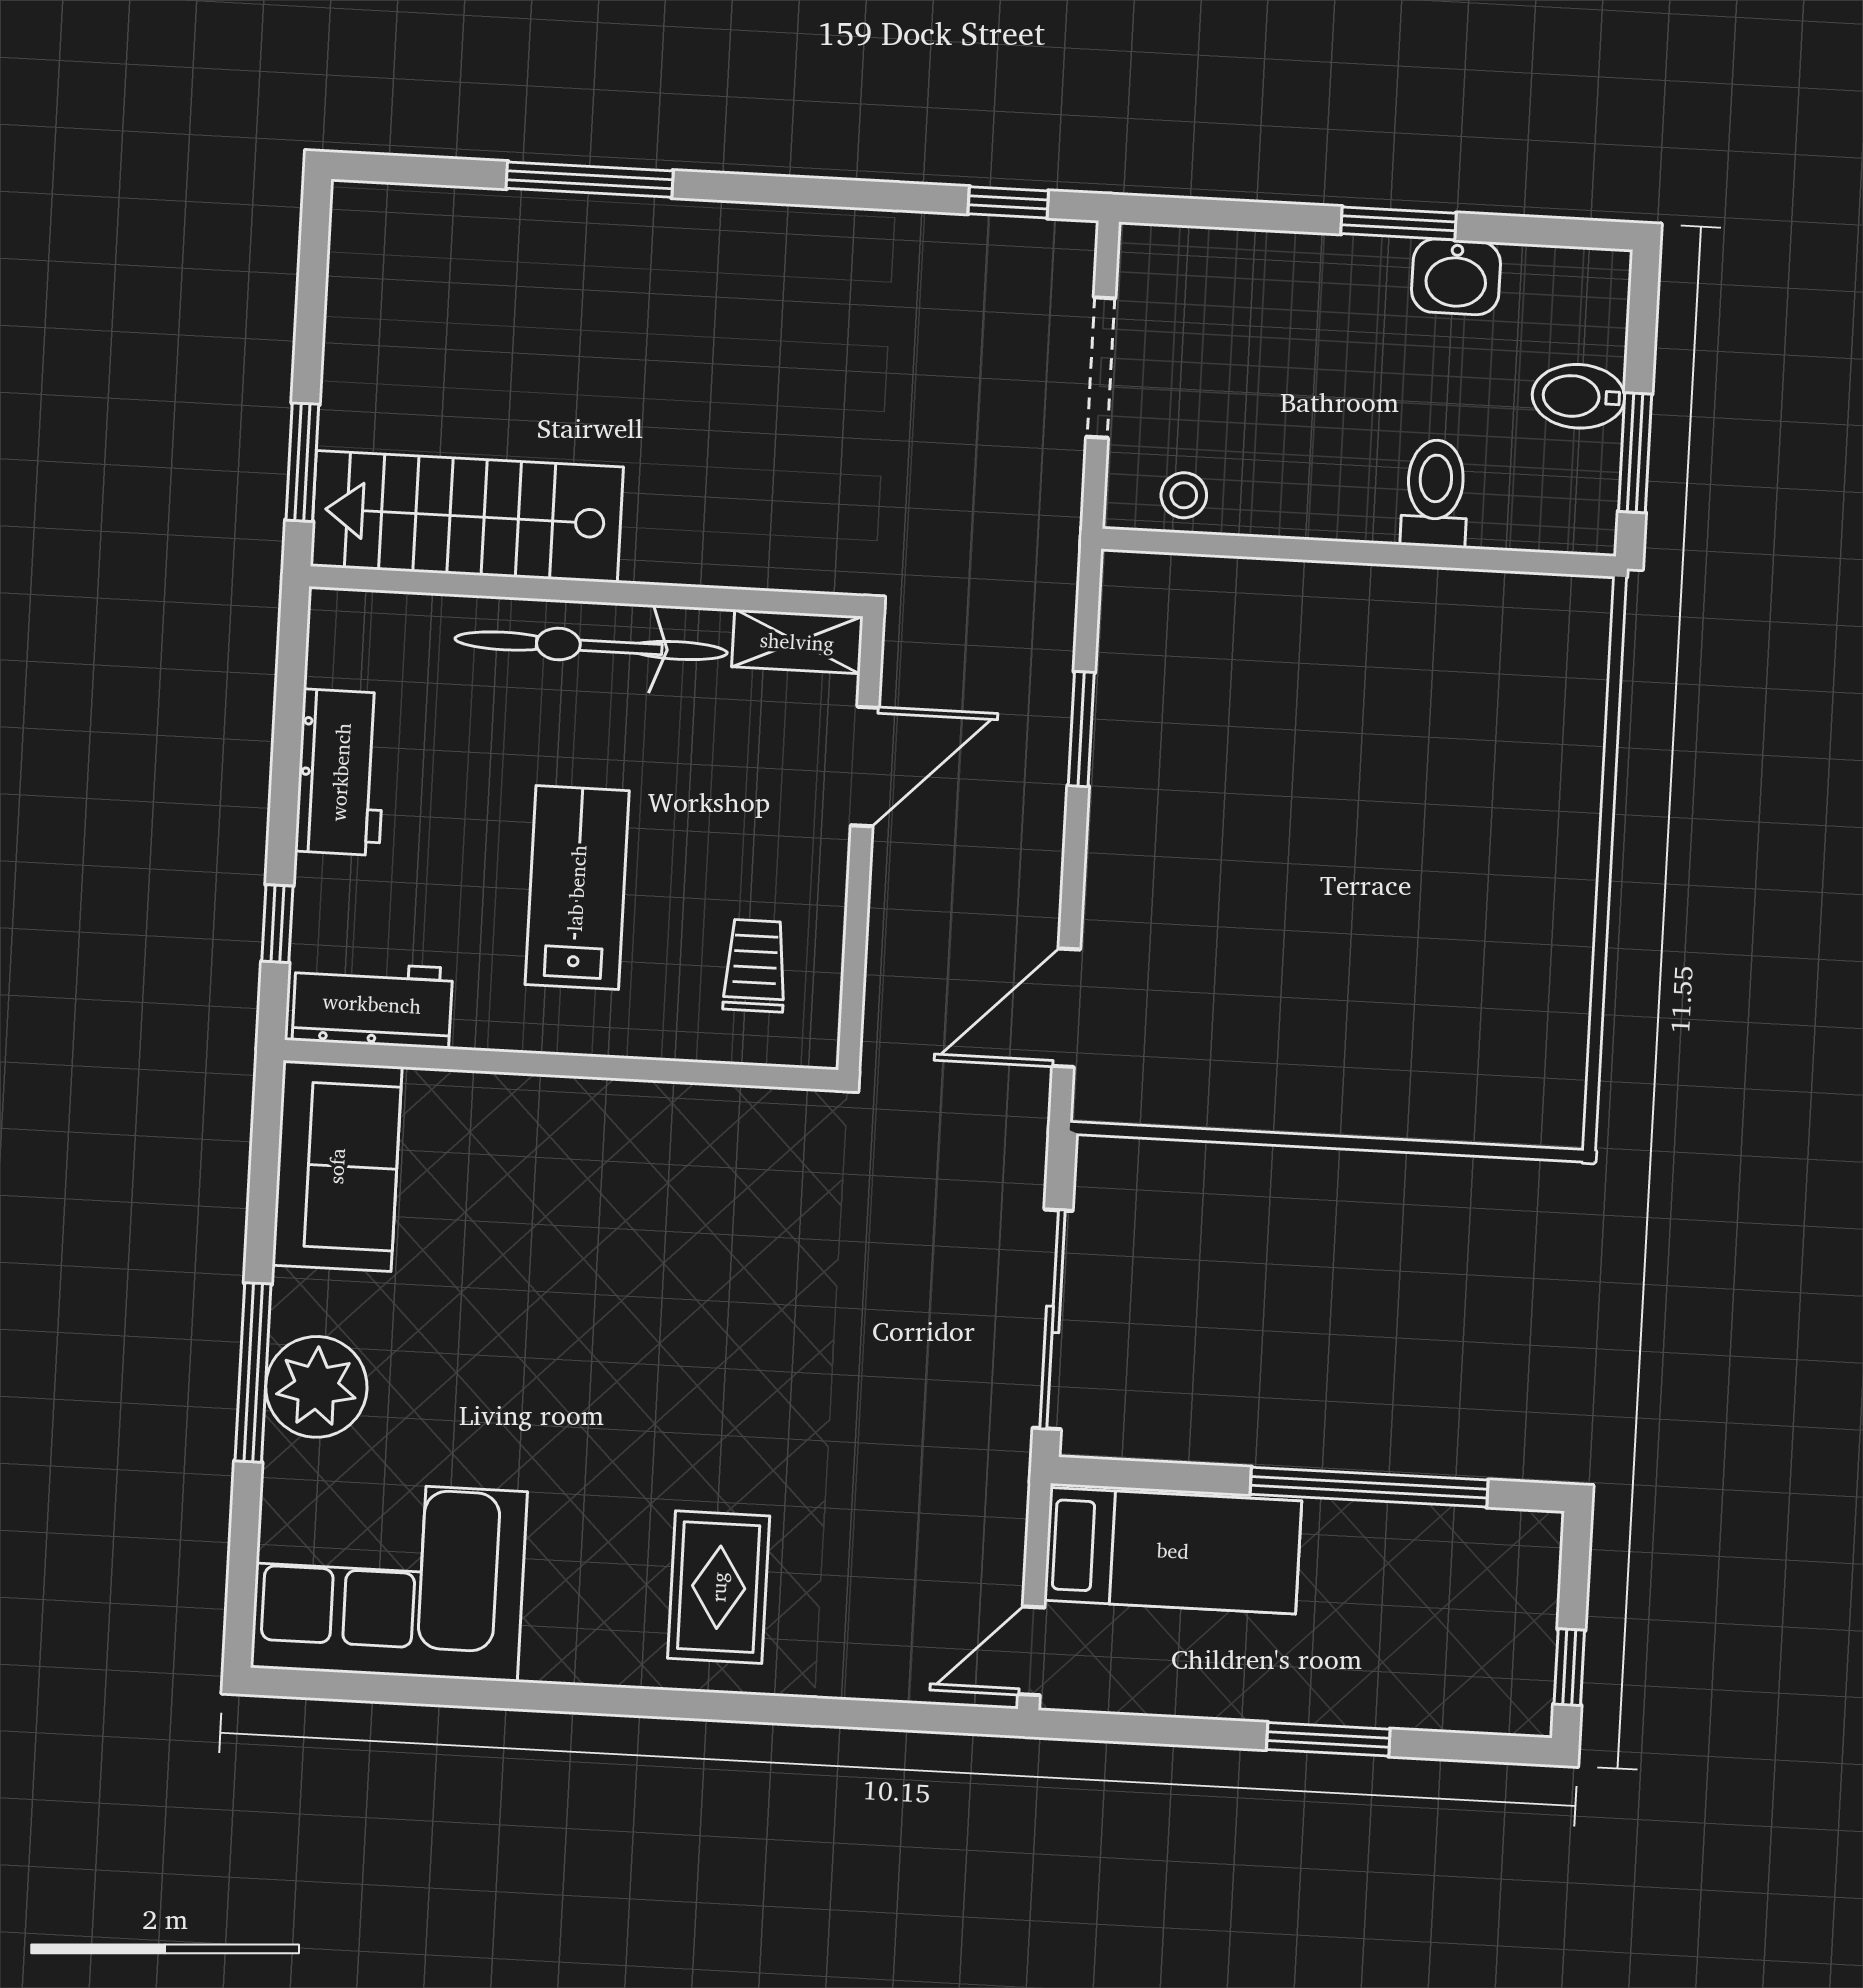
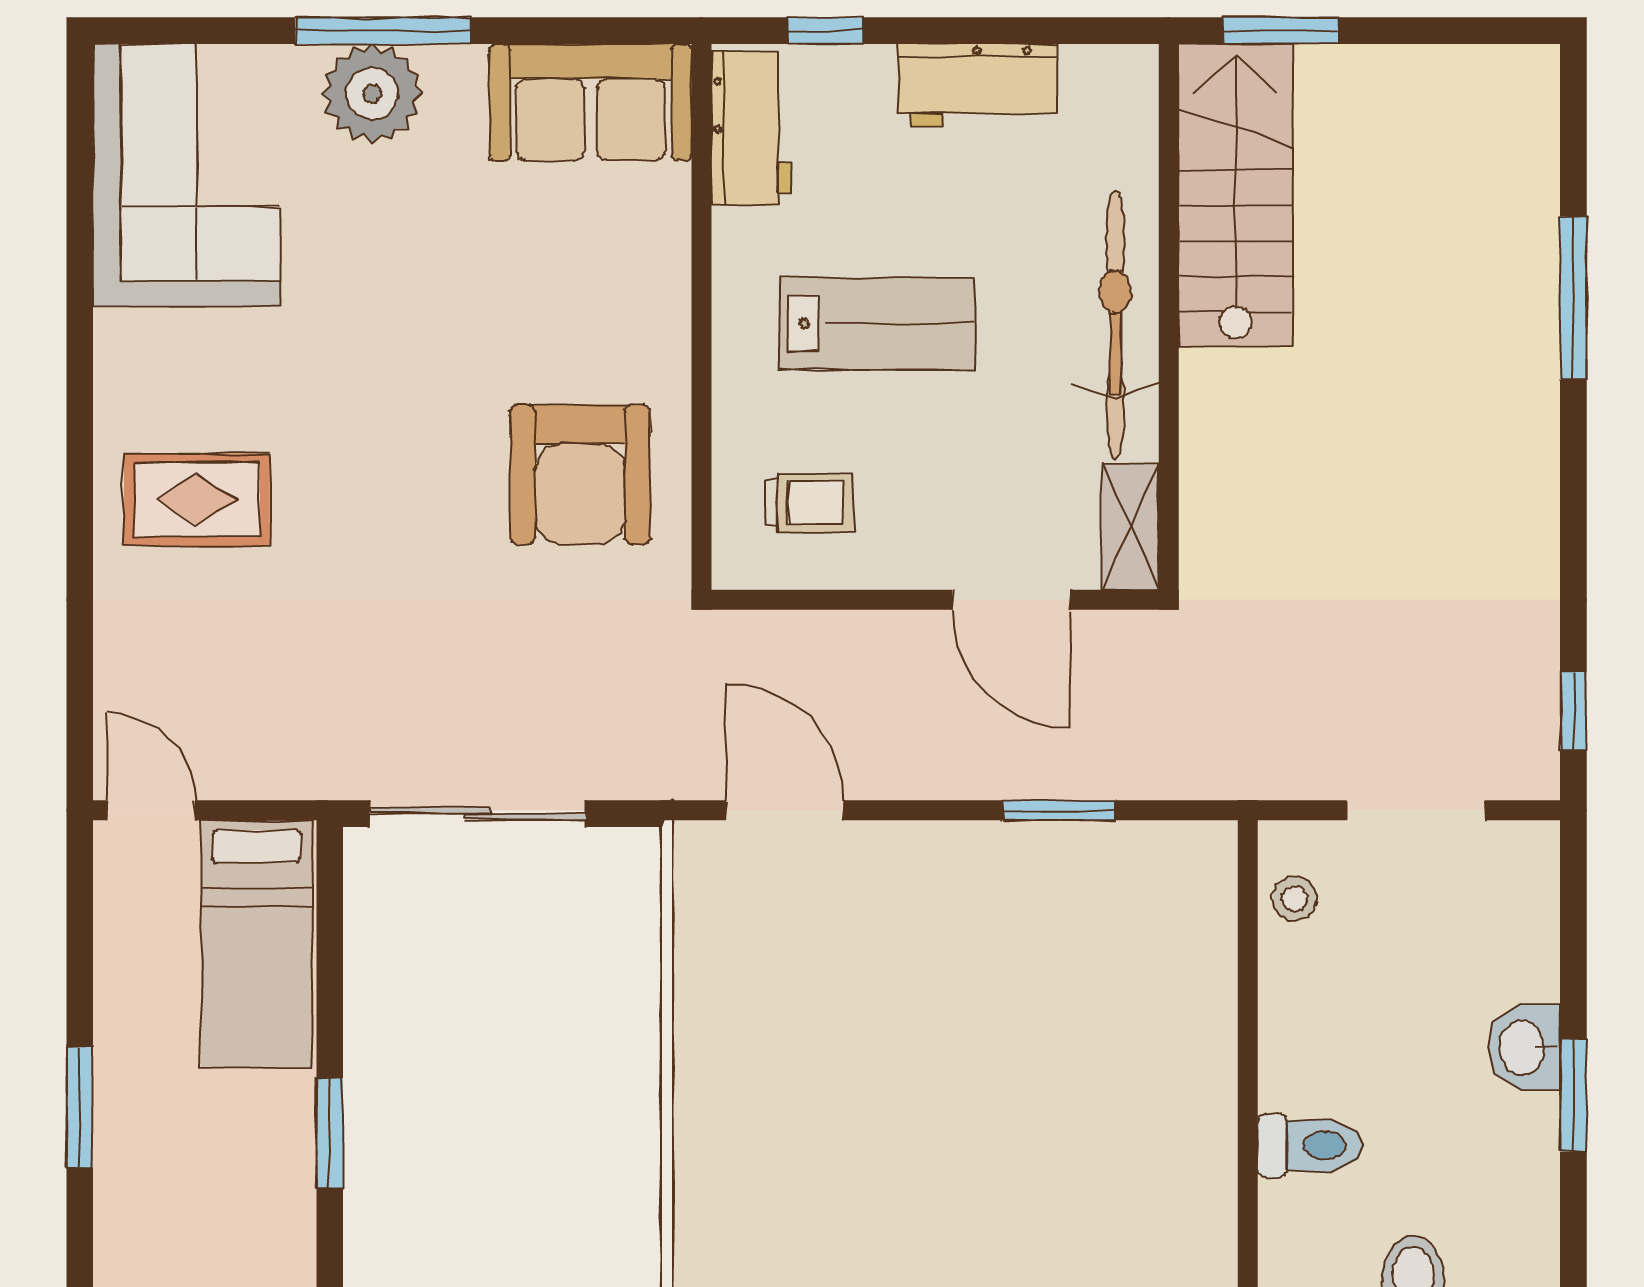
washbasin: (1456, 277) -> (1524, 1048), moved
armchair: (714, 1197) -> (580, 475), added
window: (1369, 1487) -> (330, 1134), width x0.47

